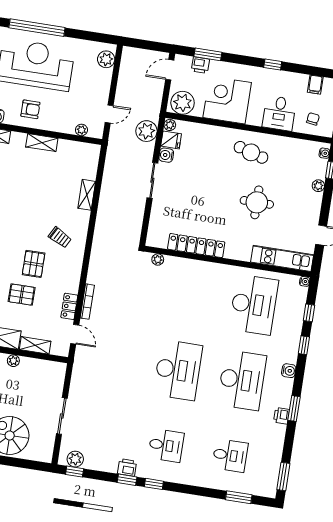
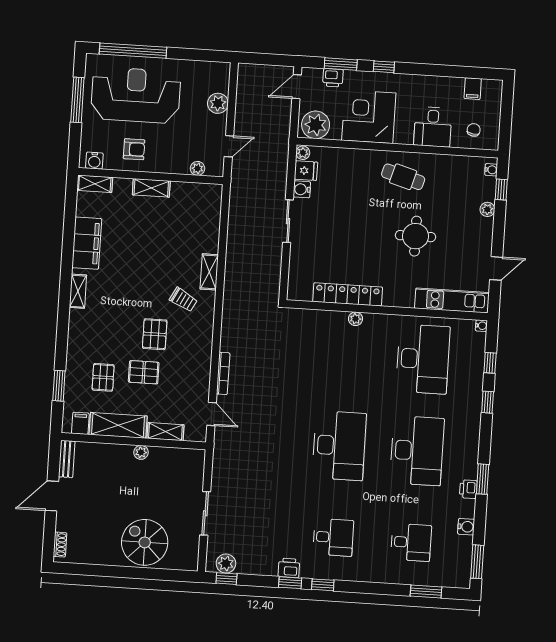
plant: (106, 59) -> (218, 103), moved
window: (273, 65) -> (384, 67), moved
plant: (146, 131) -> (275, 163), removed
shelving: (87, 195) -> (209, 272), moved
plant: (158, 260) -> (355, 319), moved
locker: (69, 306) -> (202, 381), removed
water cooler: (289, 371) -> (466, 527), moved

